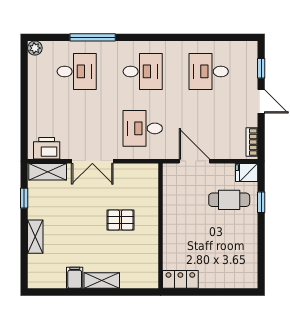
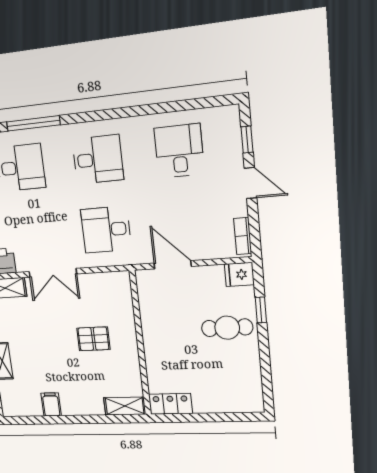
desk: (209, 71) -> (179, 151), turned 90
cafe table: (229, 200) -> (227, 328), moved
shelving: (102, 281) -> (125, 406), moved

